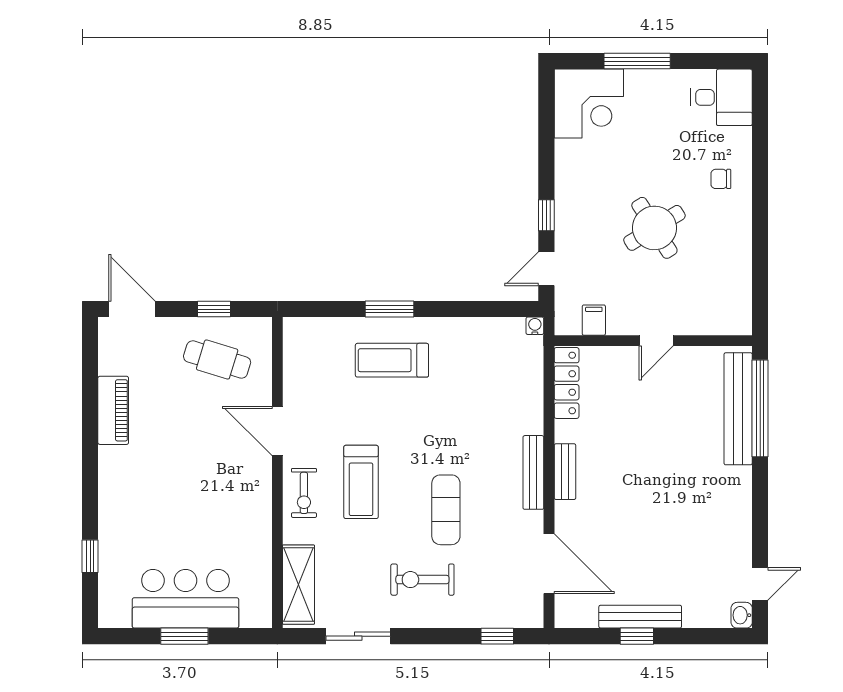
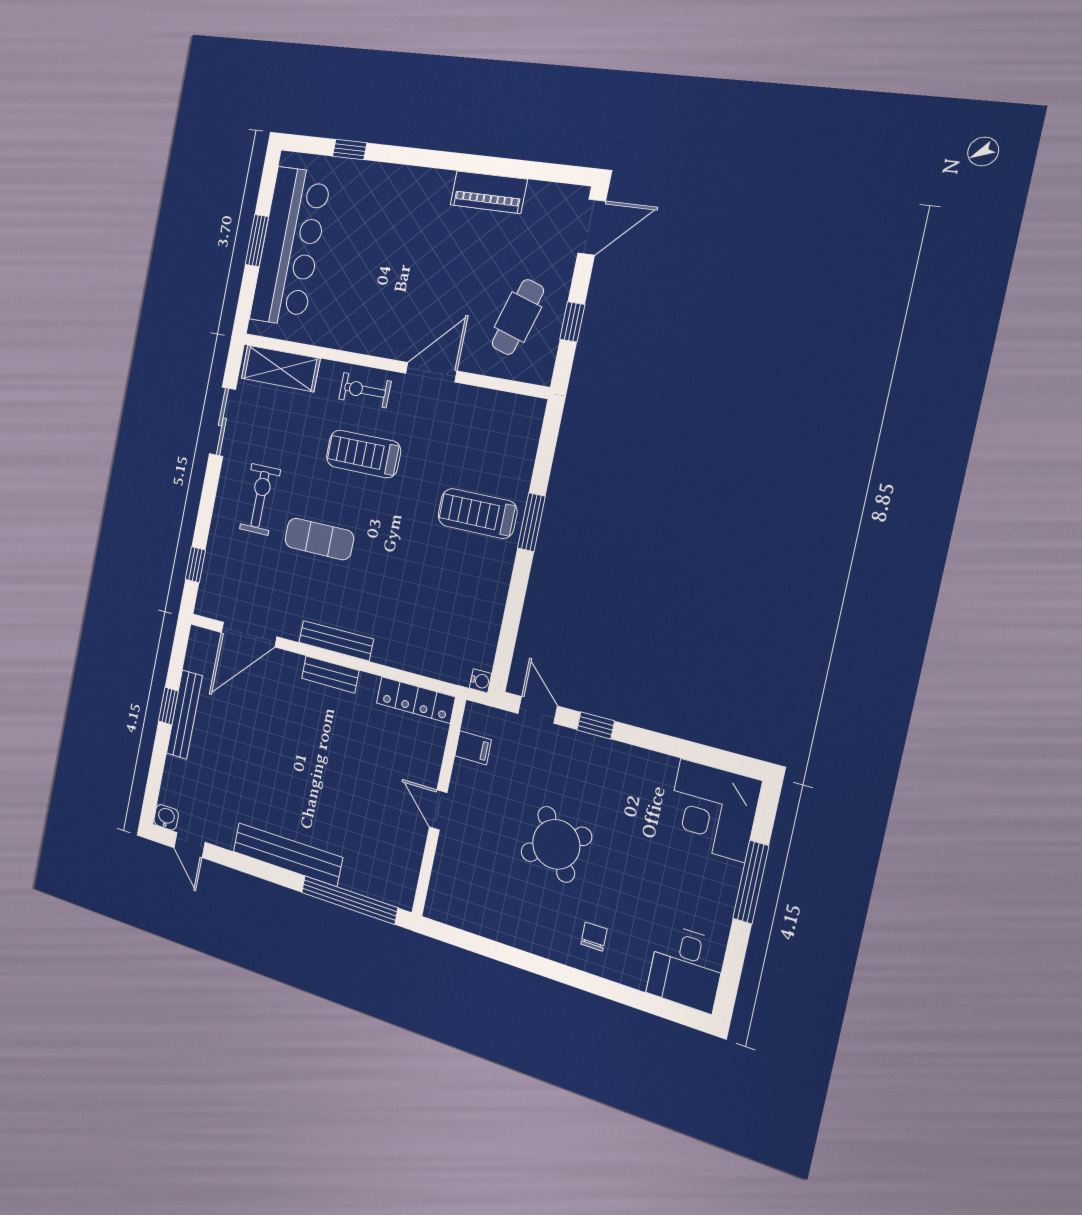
treadmill: (392, 360) -> (477, 513), turned -90
bench: (738, 409) -> (287, 854), moved
bar counter: (186, 599) -> (290, 247), width x1.36

